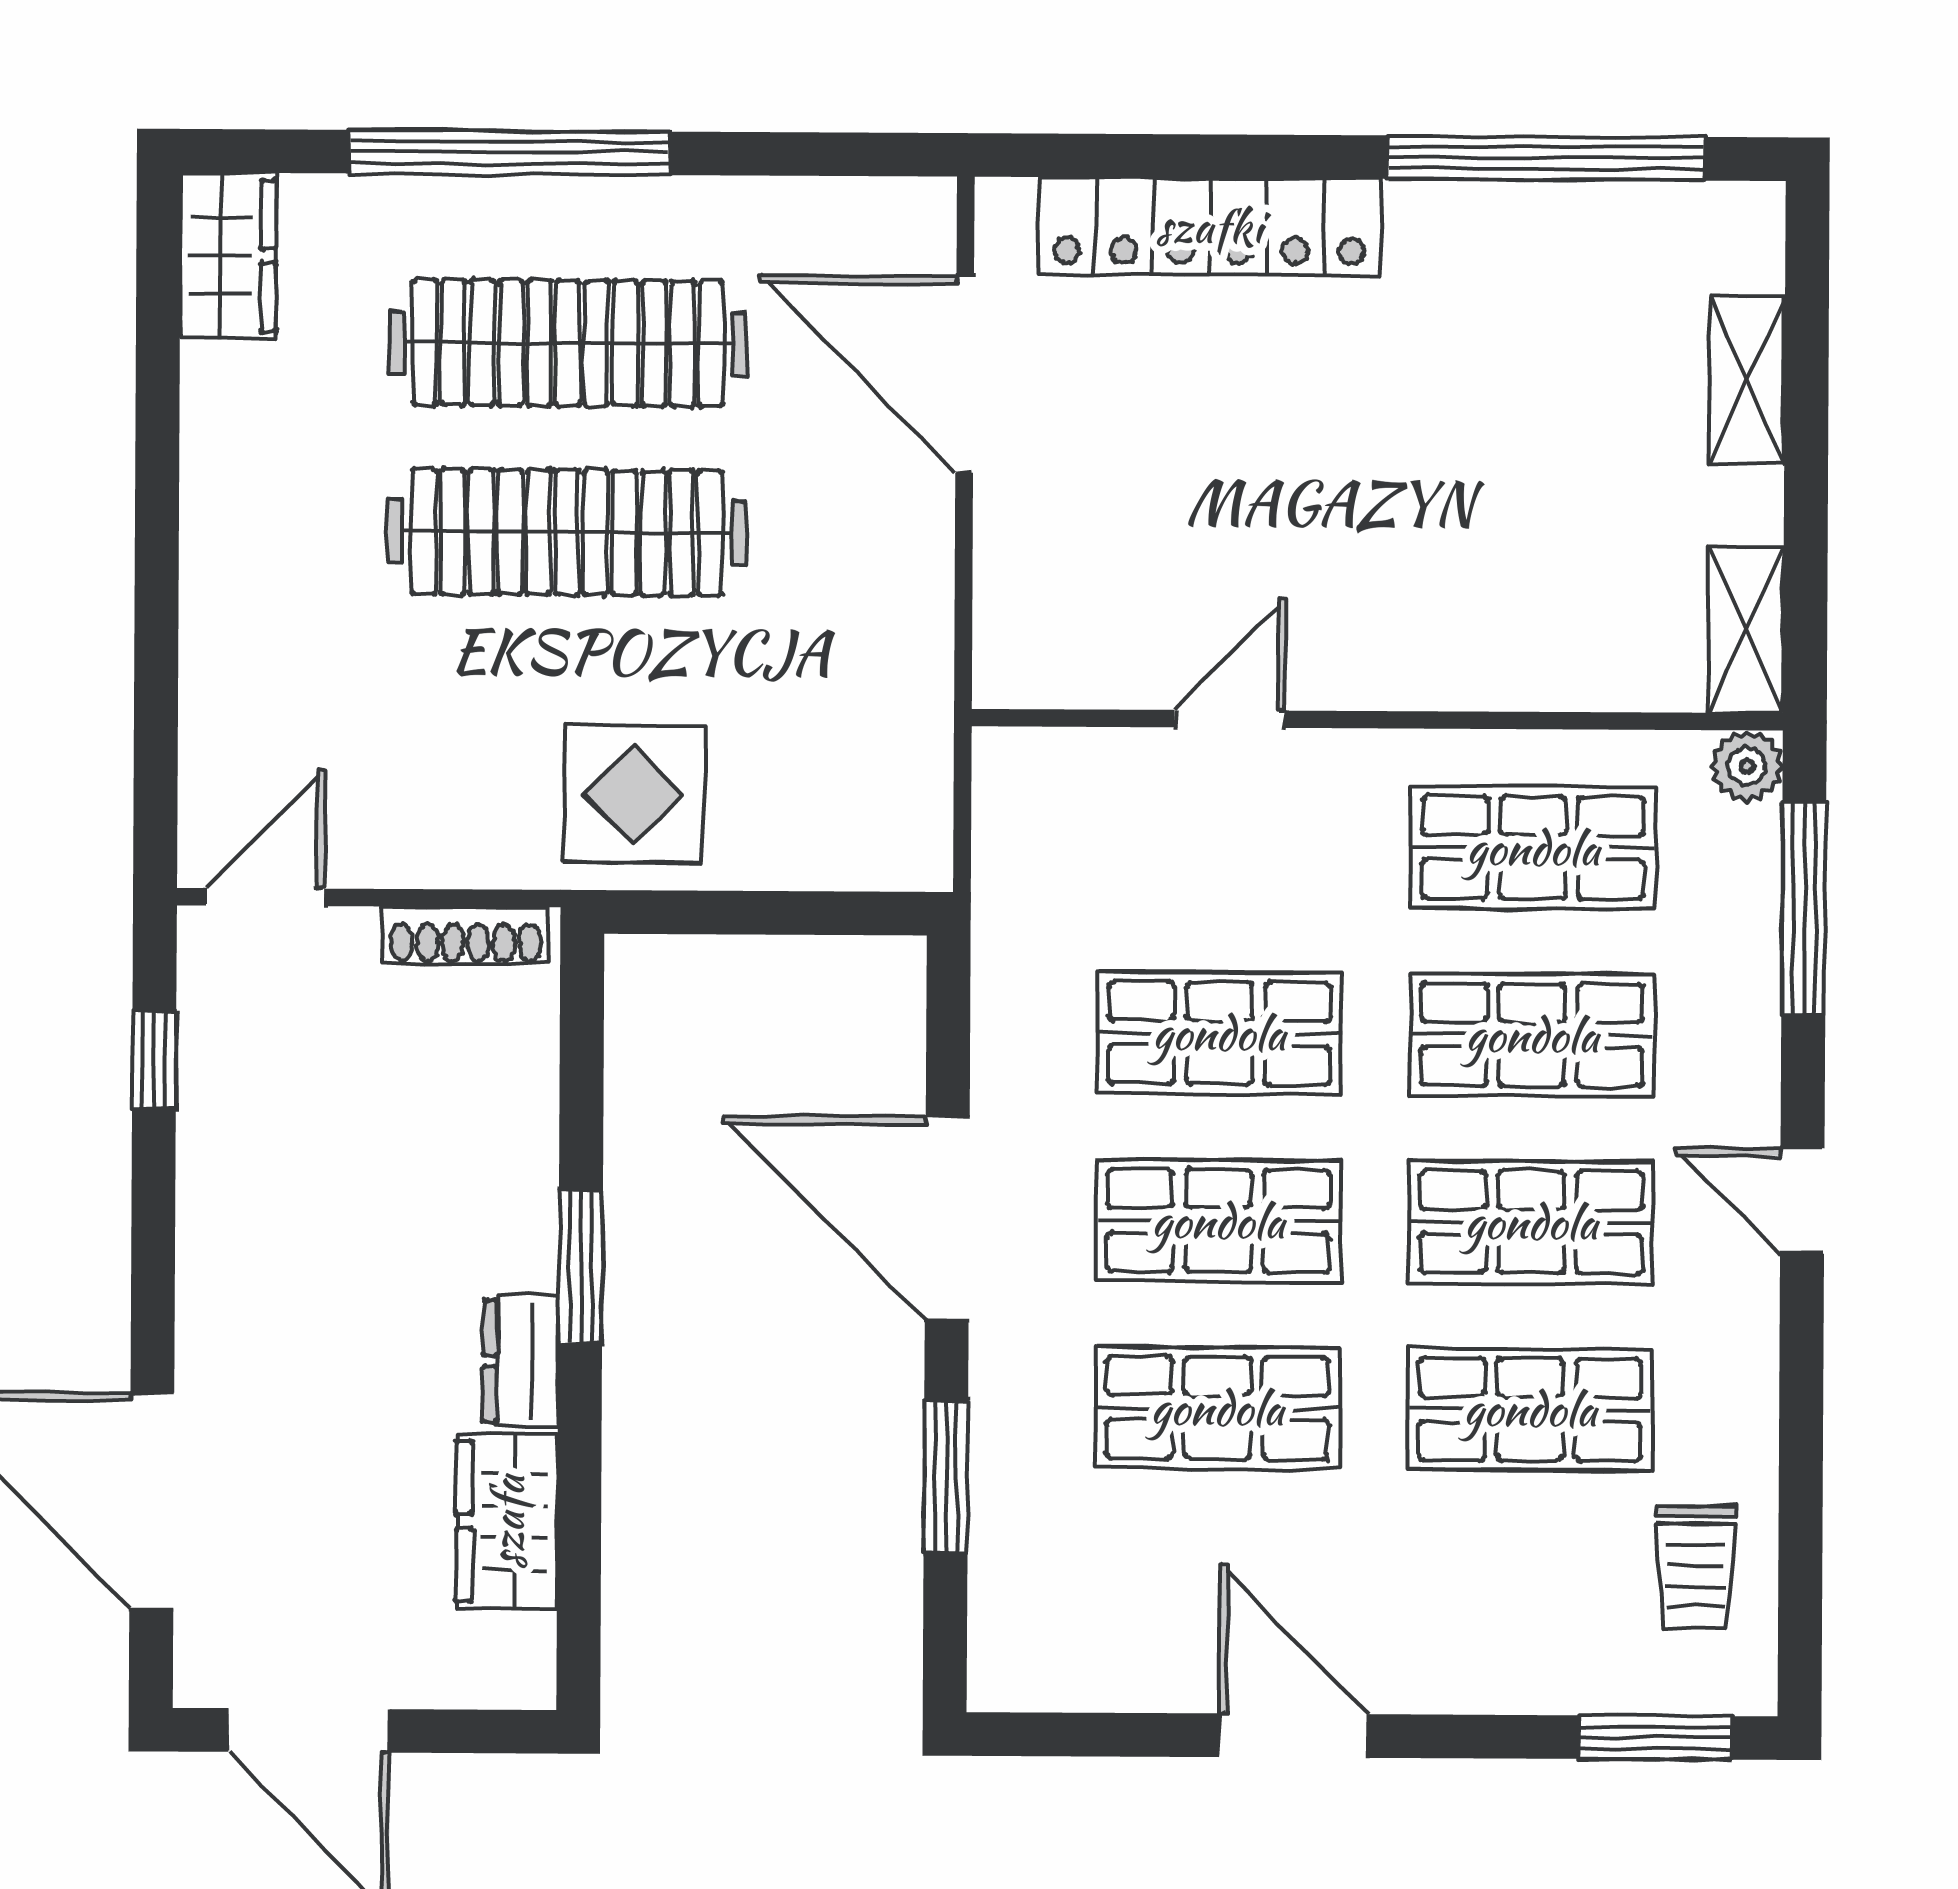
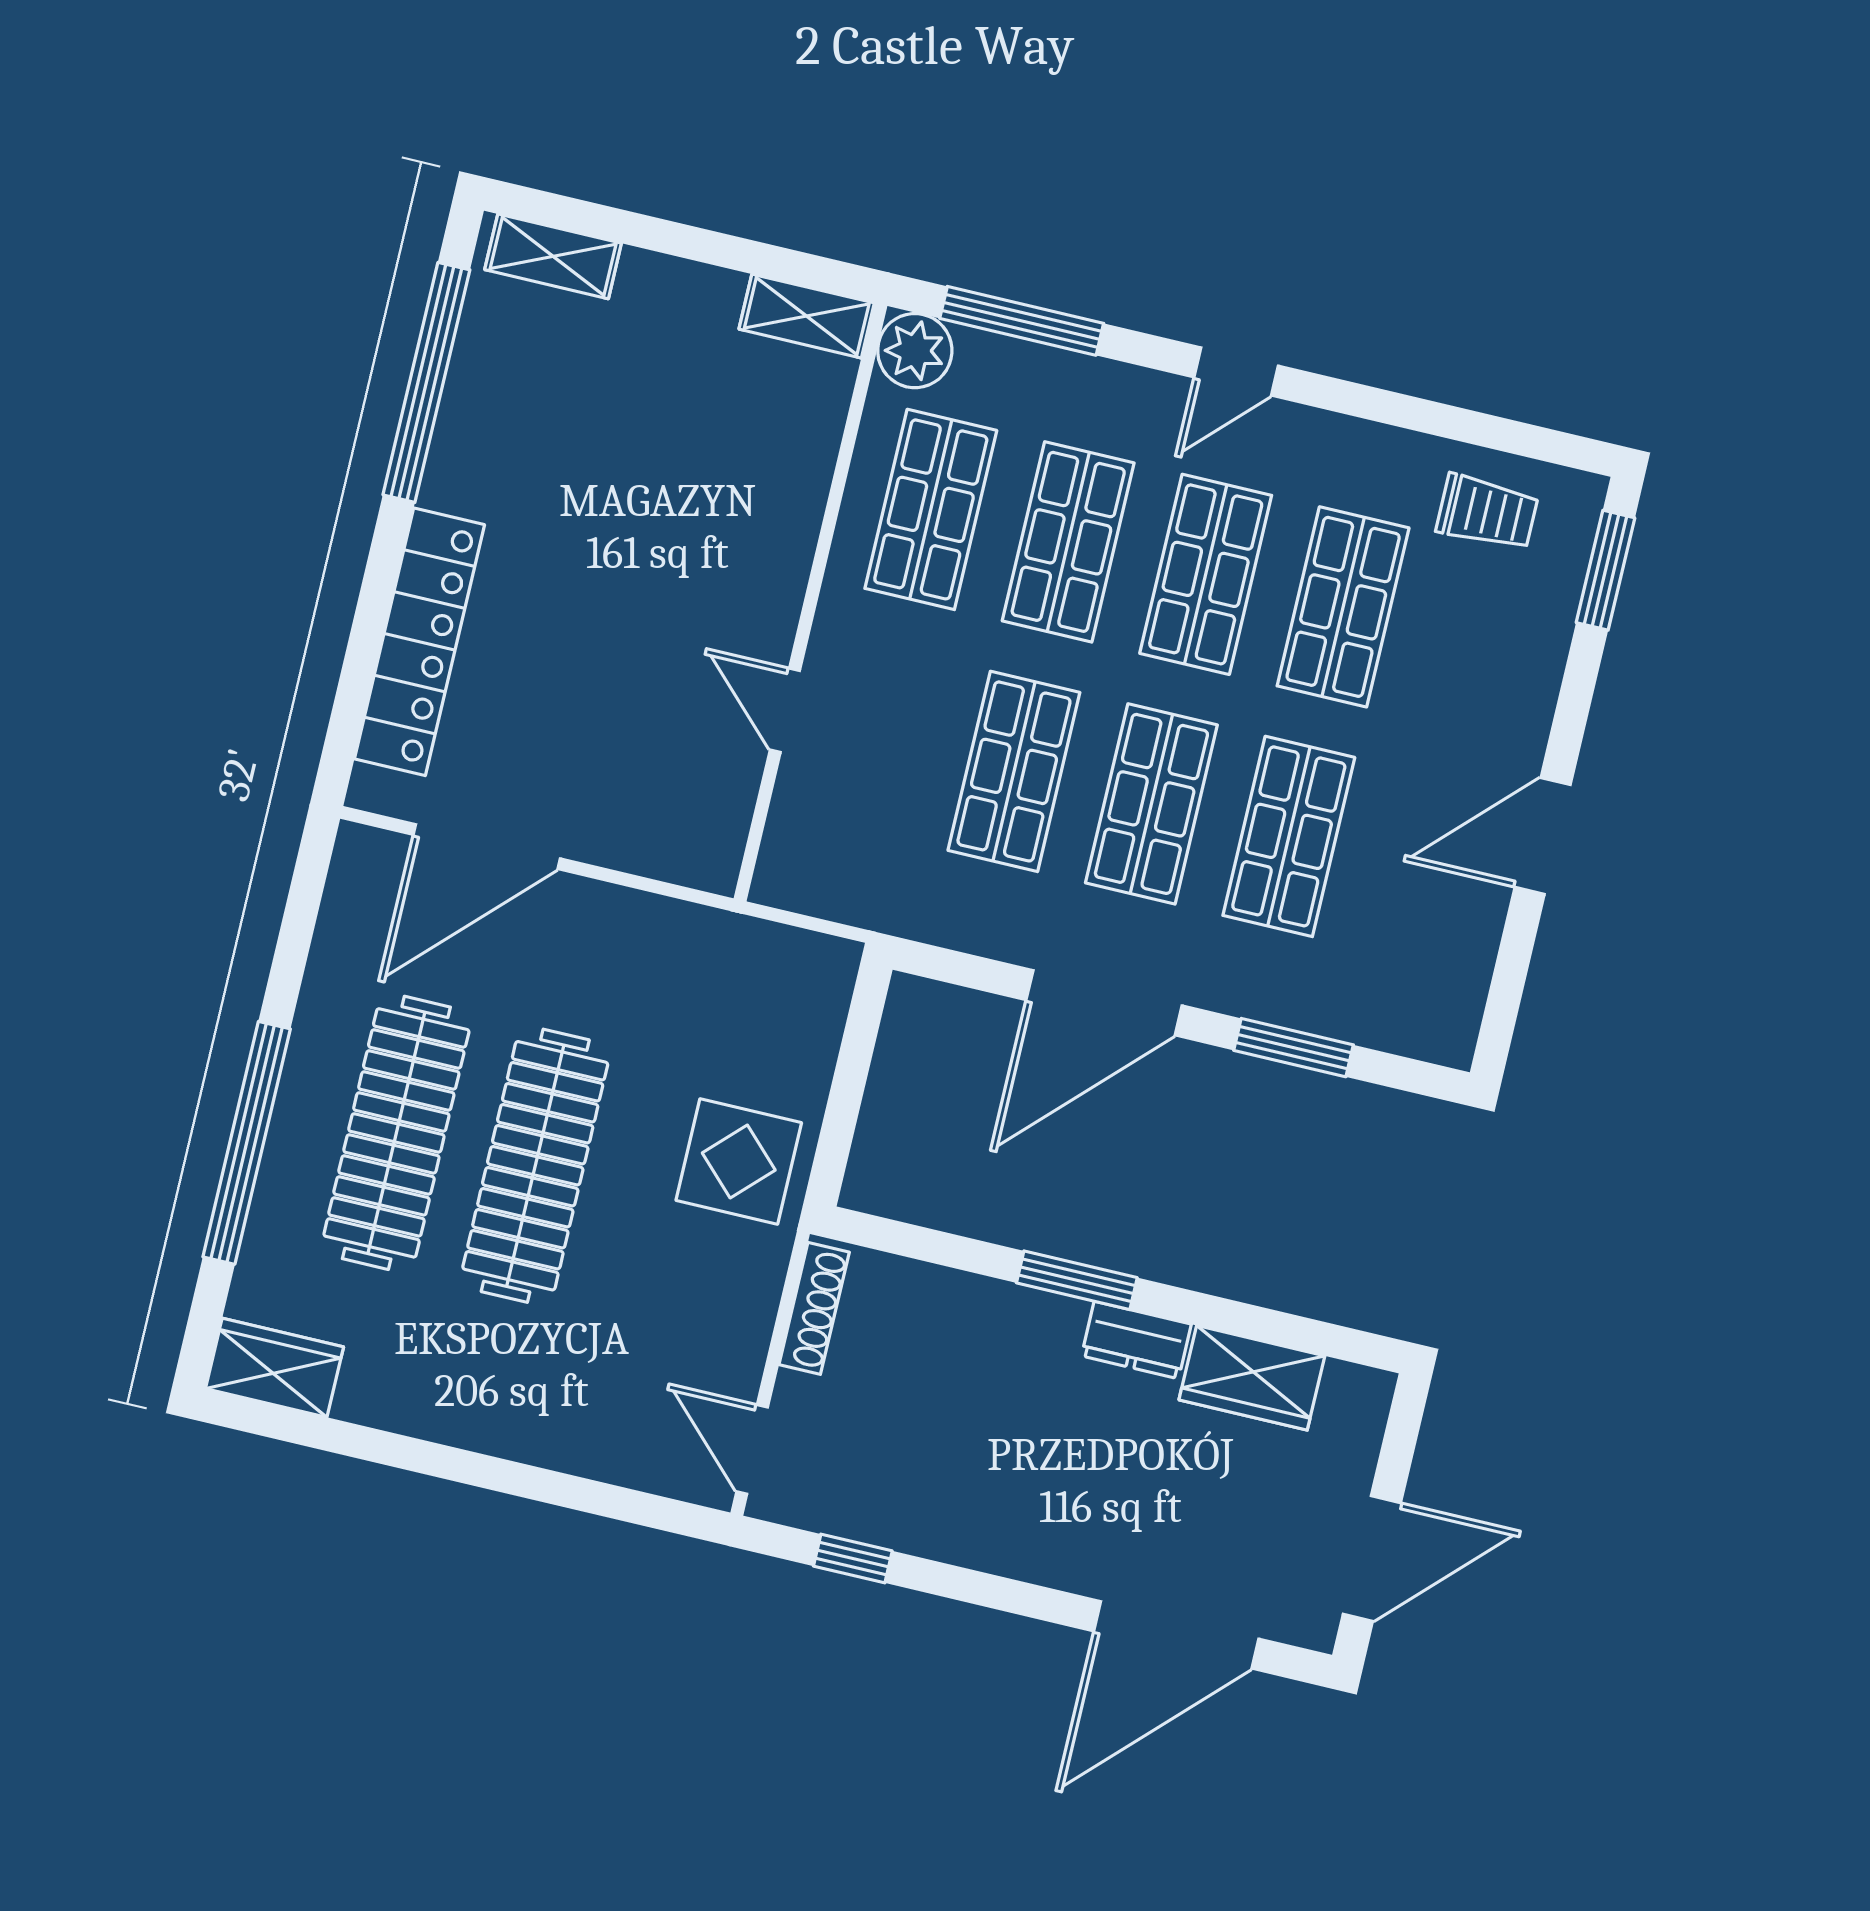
shelving: (1747, 380) -> (553, 256), moved
plant: (1747, 766) -> (915, 351), width x1.38, depth x1.38

